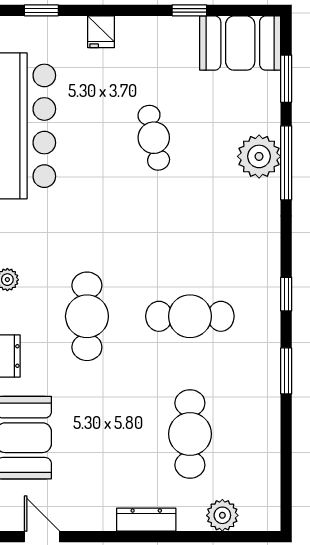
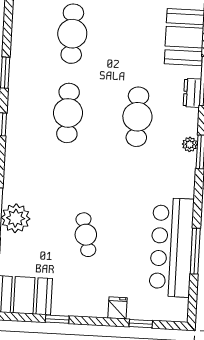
window: (41, 10) -> (141, 324), moved
cafe table: (190, 316) -> (68, 113), turned 90

